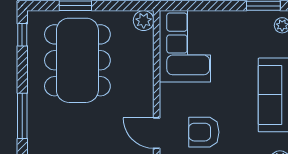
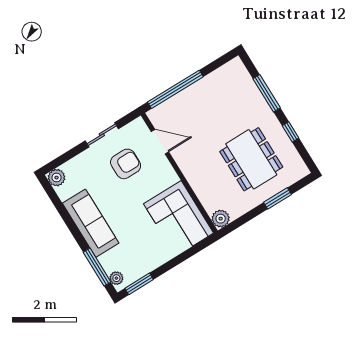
window: (22, 35) -> (291, 132), moved
dining table: (77, 60) -> (251, 159), width x0.73, depth x0.80

